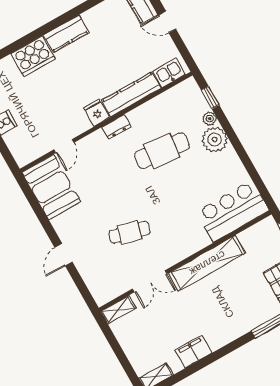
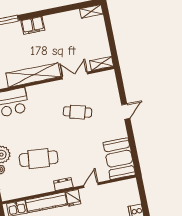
door: (64, 146) -> (91, 185), moved
filing cabinet: (193, 352) -> (33, 25), moved

